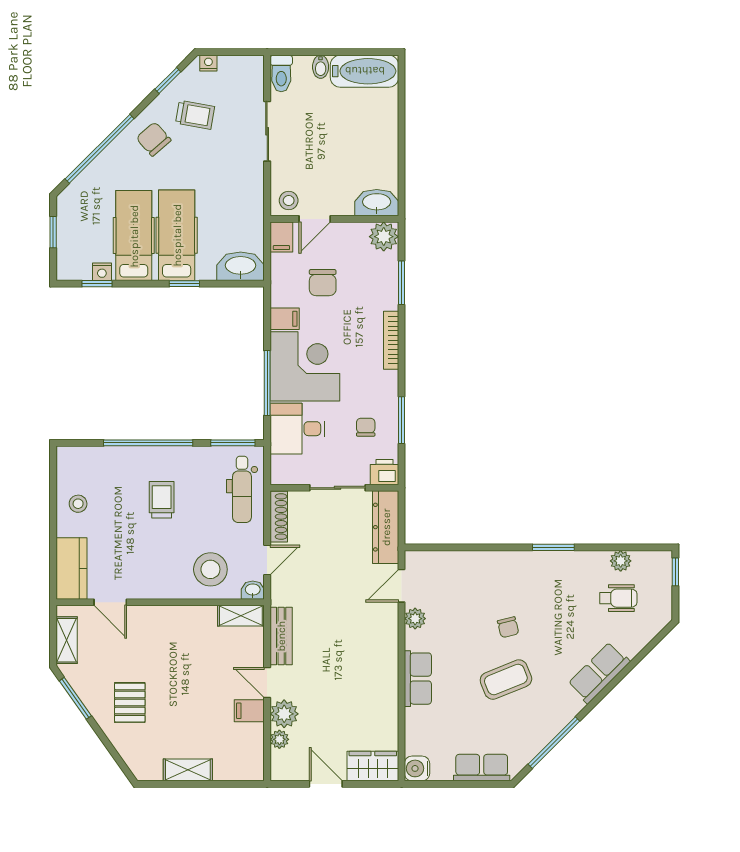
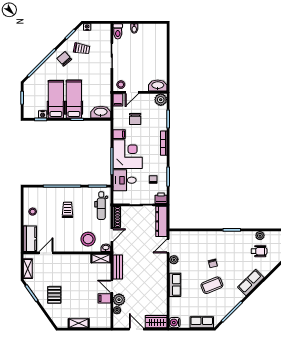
bathtub: (365, 71) -> (153, 30), removed
door: (110, 602) -> (46, 253), swing flipped

